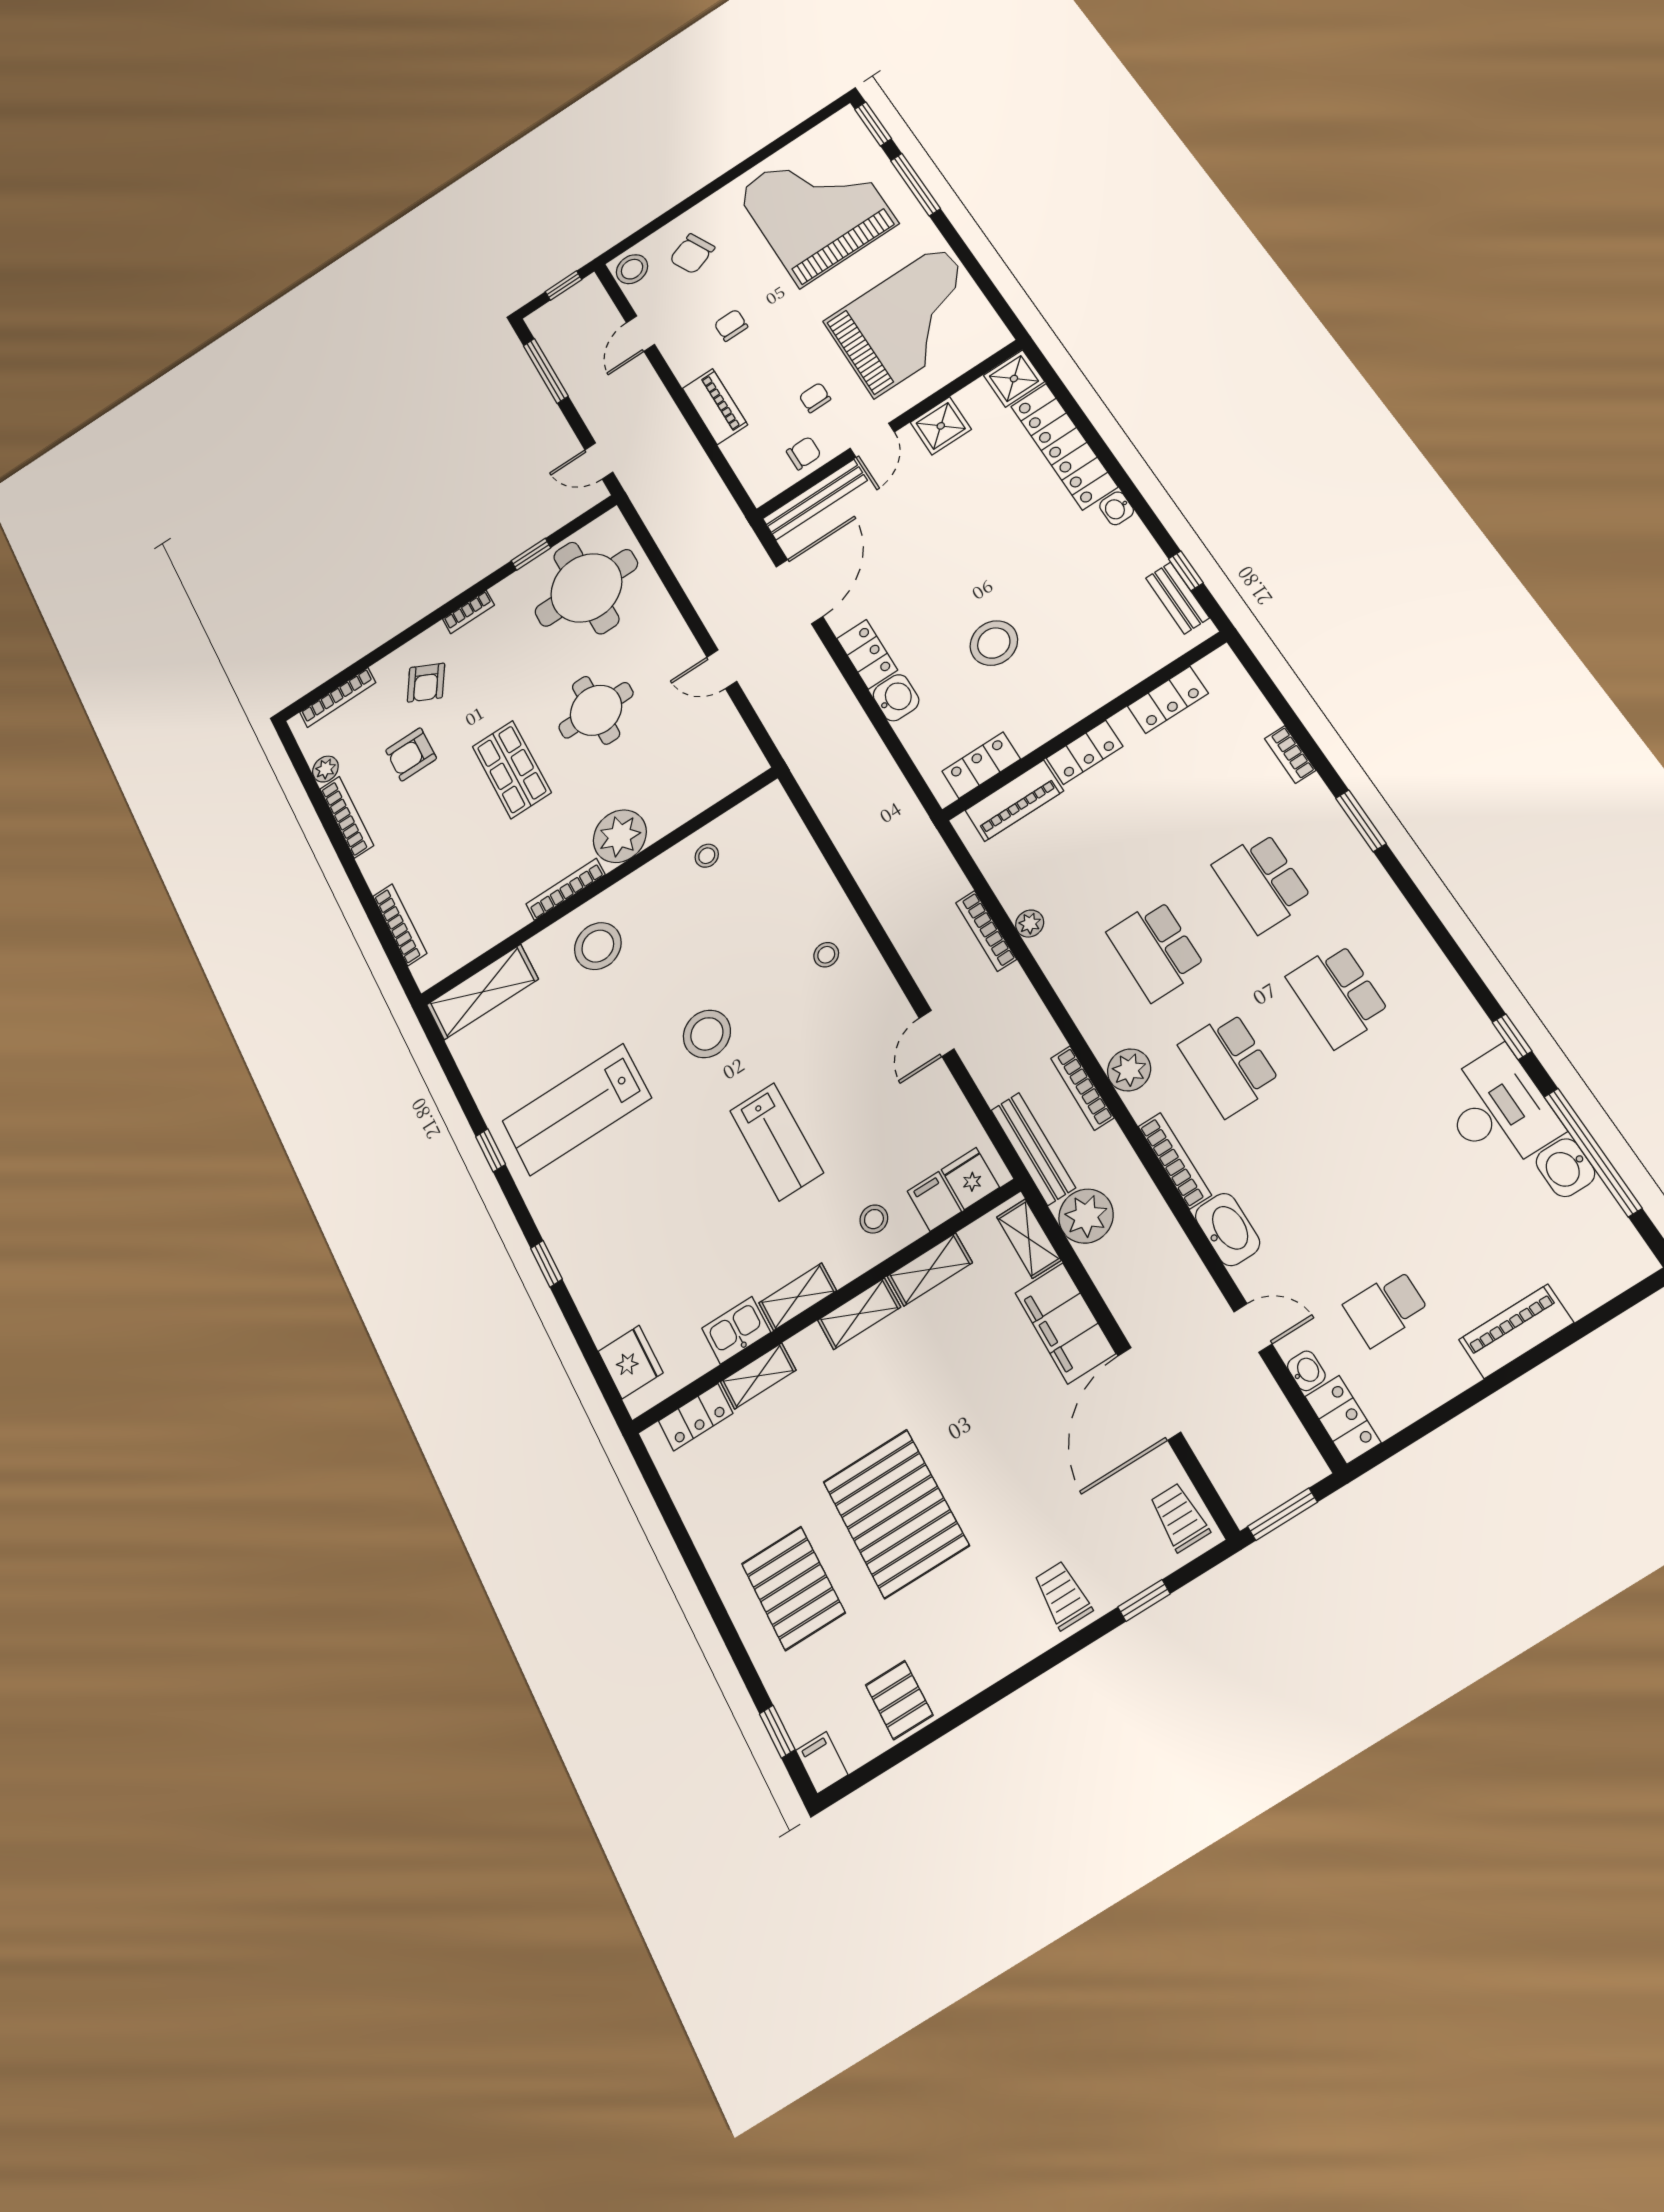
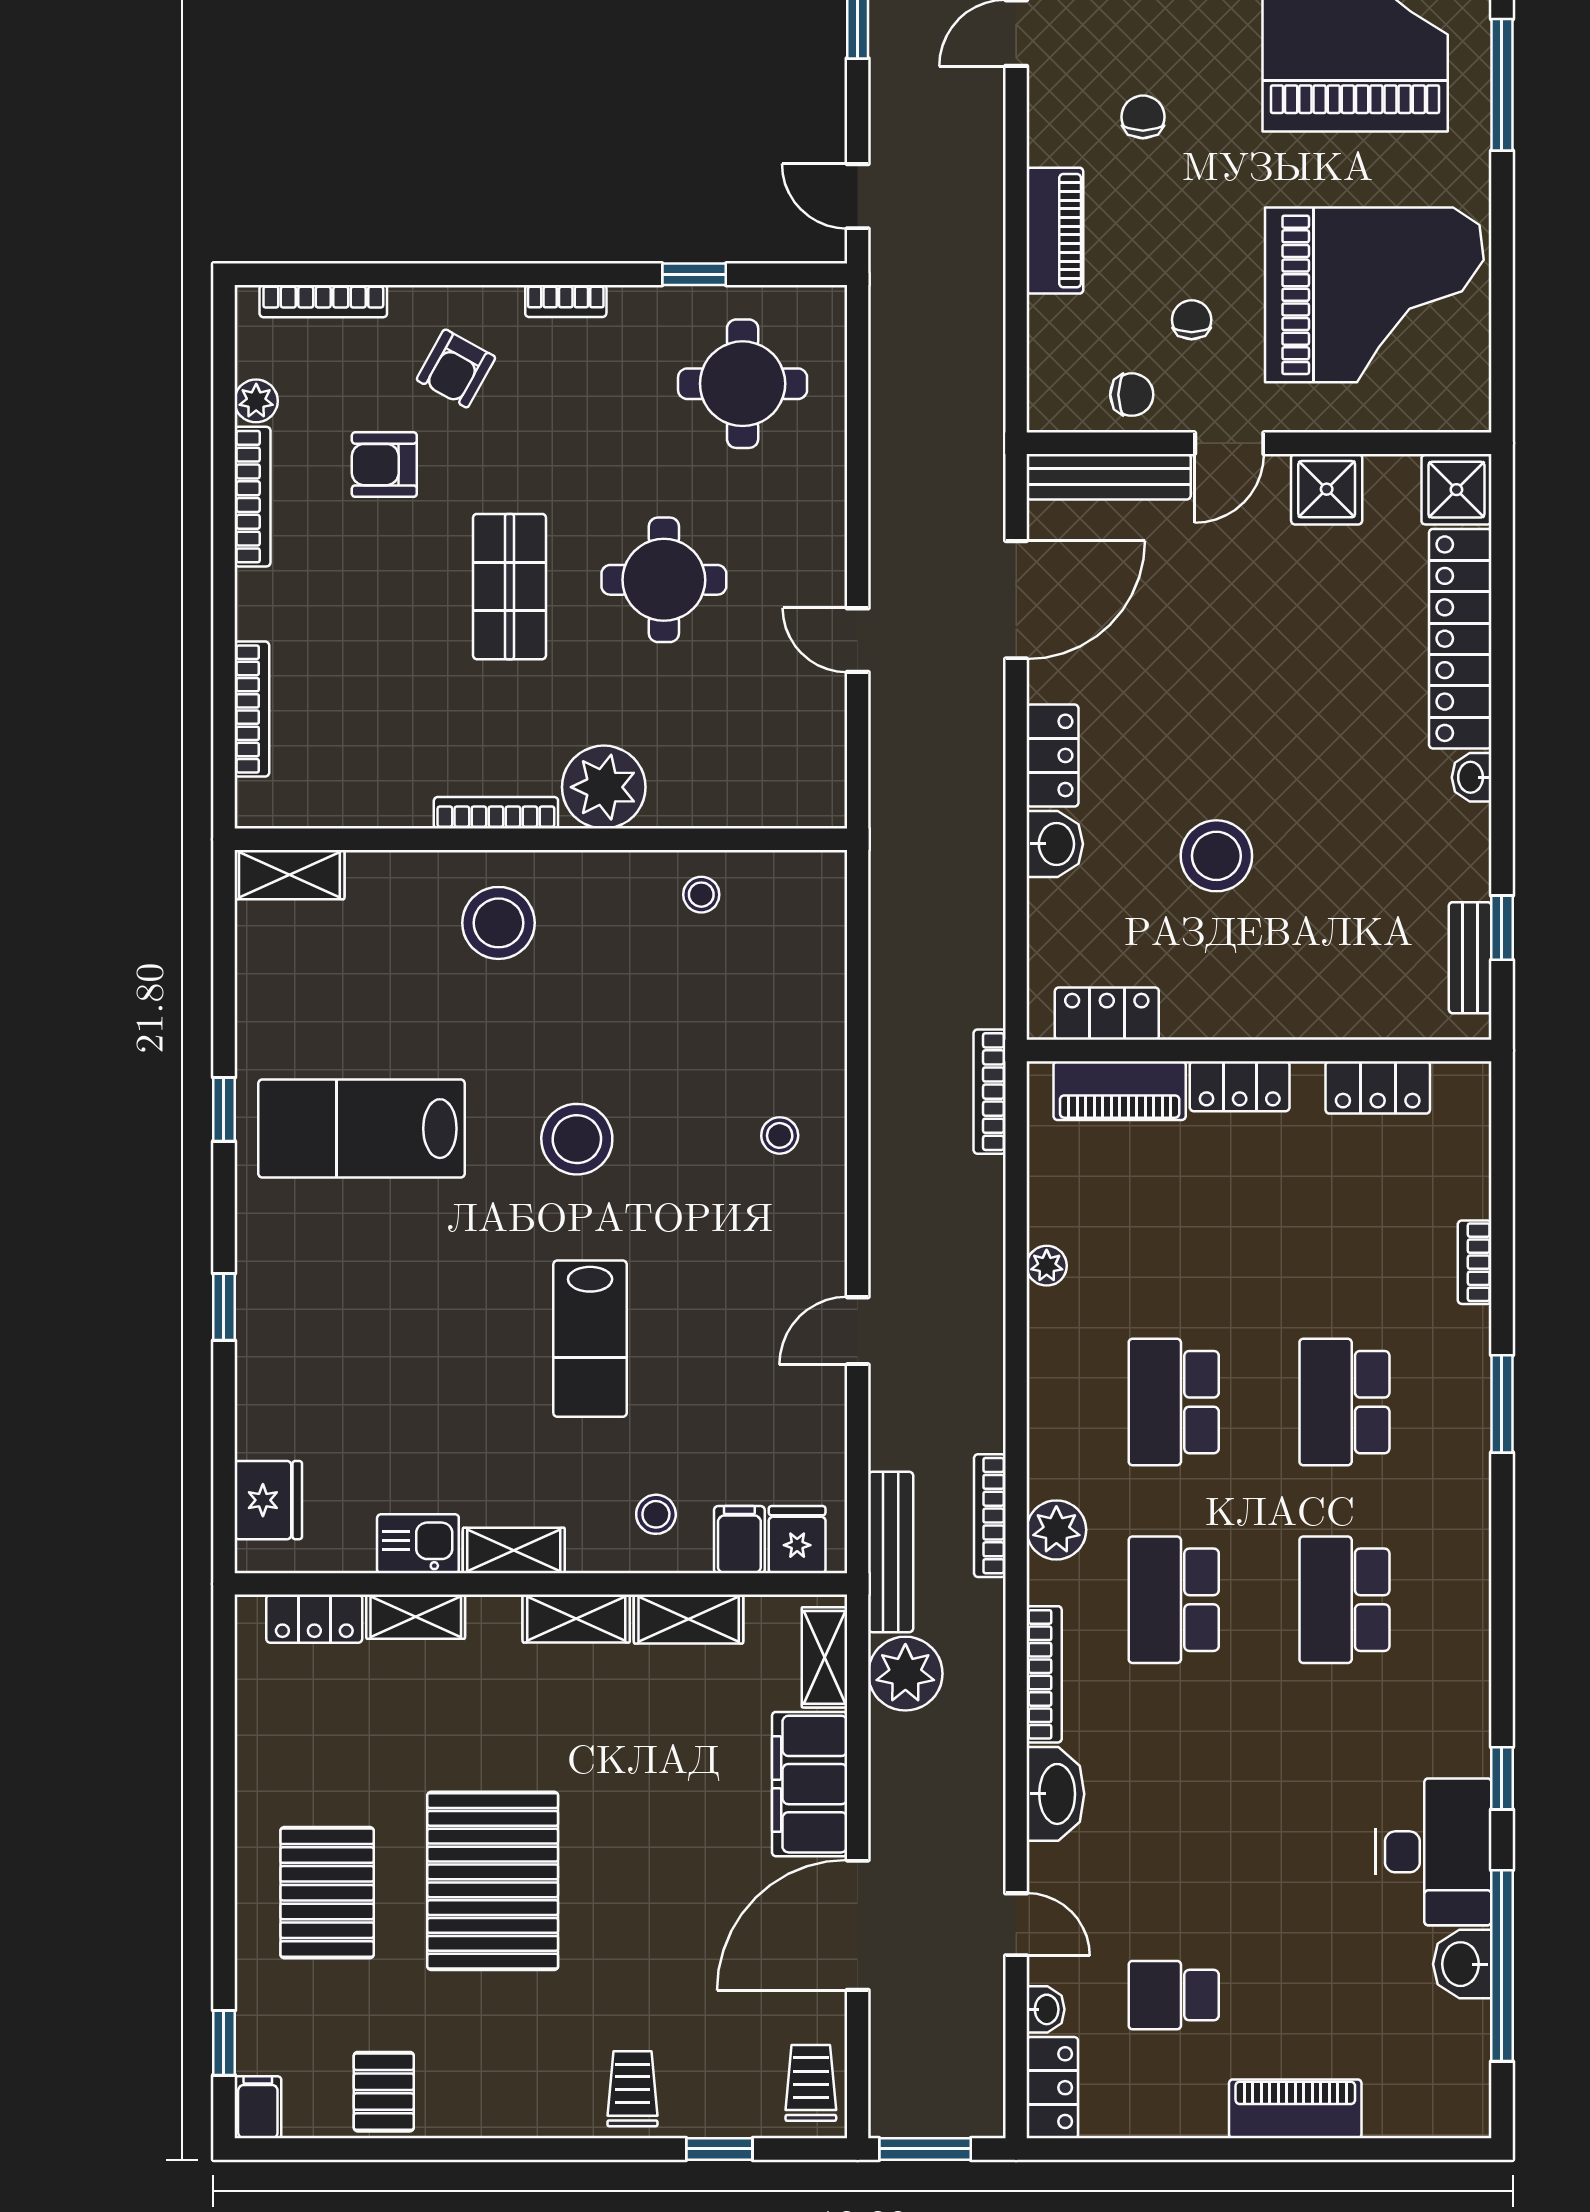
round table: (586, 588) -> (743, 384), width x0.73, depth x0.73
bookcase: (986, 931) -> (990, 1092), moved
shelving: (482, 992) -> (289, 875), width x0.67, depth x0.75

